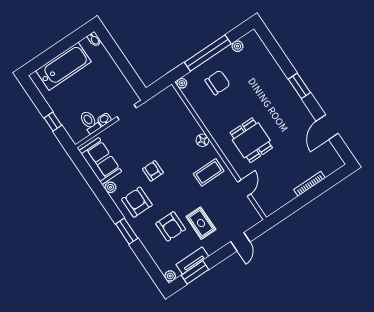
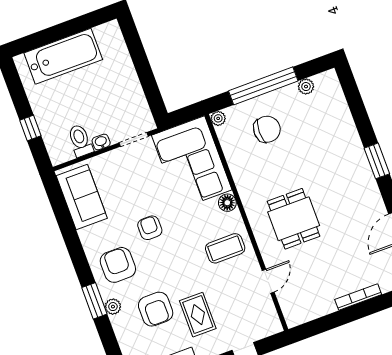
bidet: (94, 39) -> (114, 30), removed
corner sofa: (171, 118) -> (192, 163), added
plant: (110, 187) -> (113, 307), moved

